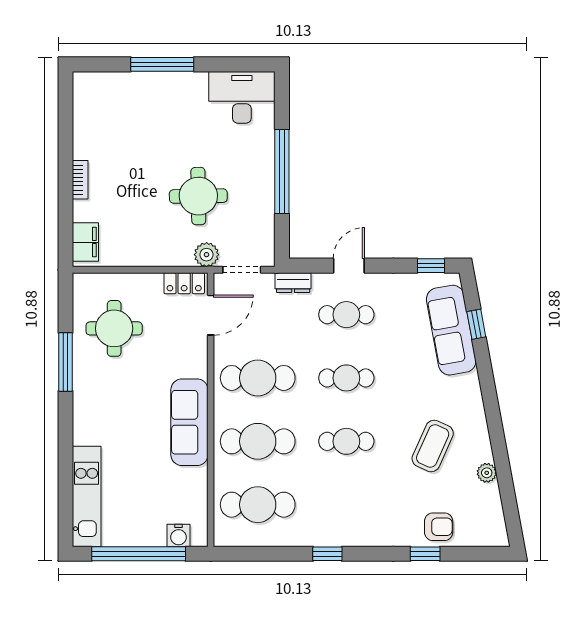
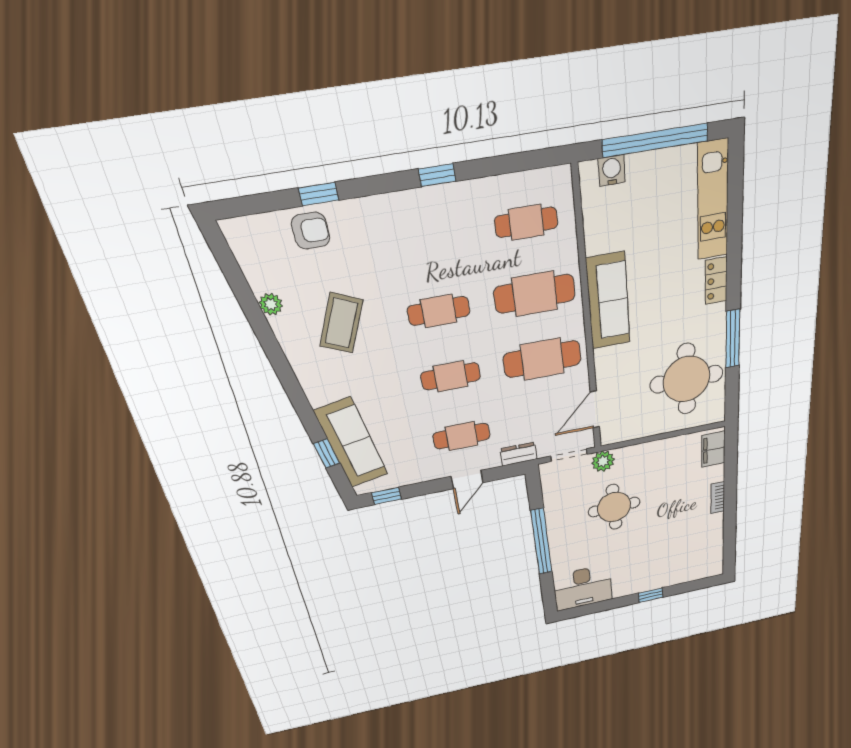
window: (162, 64) -> (651, 595), width x0.46
locker: (184, 283) -> (716, 281), moved, turned -90
round table: (114, 328) -> (687, 379), width x1.36, depth x1.36
cafe table: (258, 505) -> (526, 222), width x0.73, depth x0.74
armchair: (439, 527) -> (311, 231), turned 180

